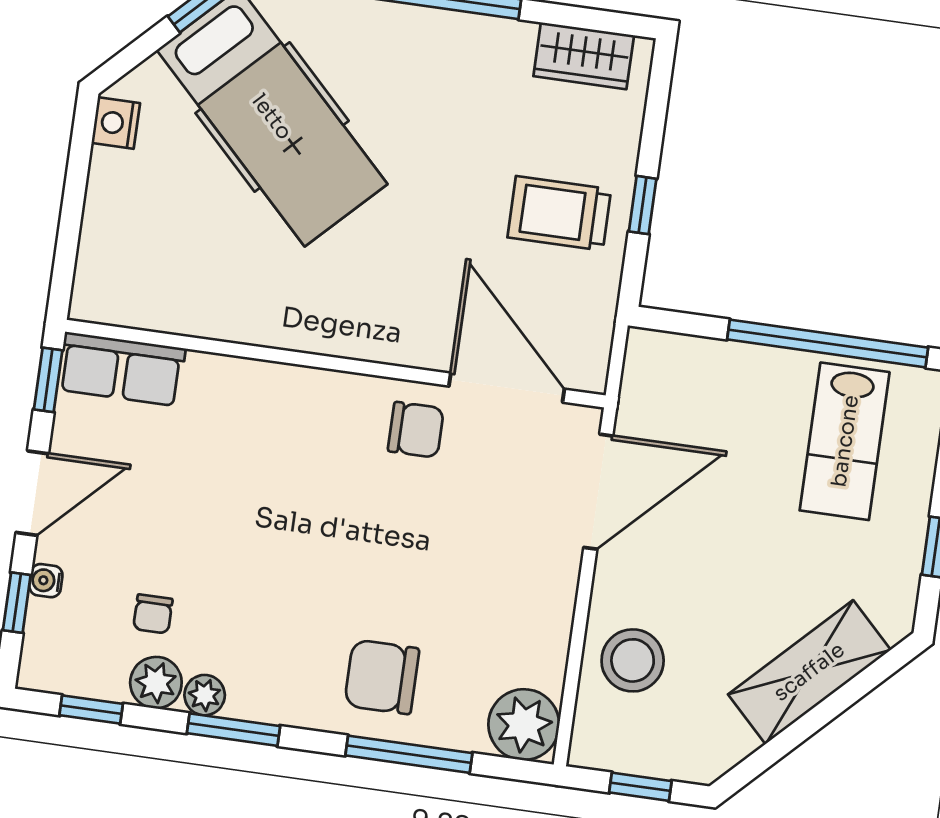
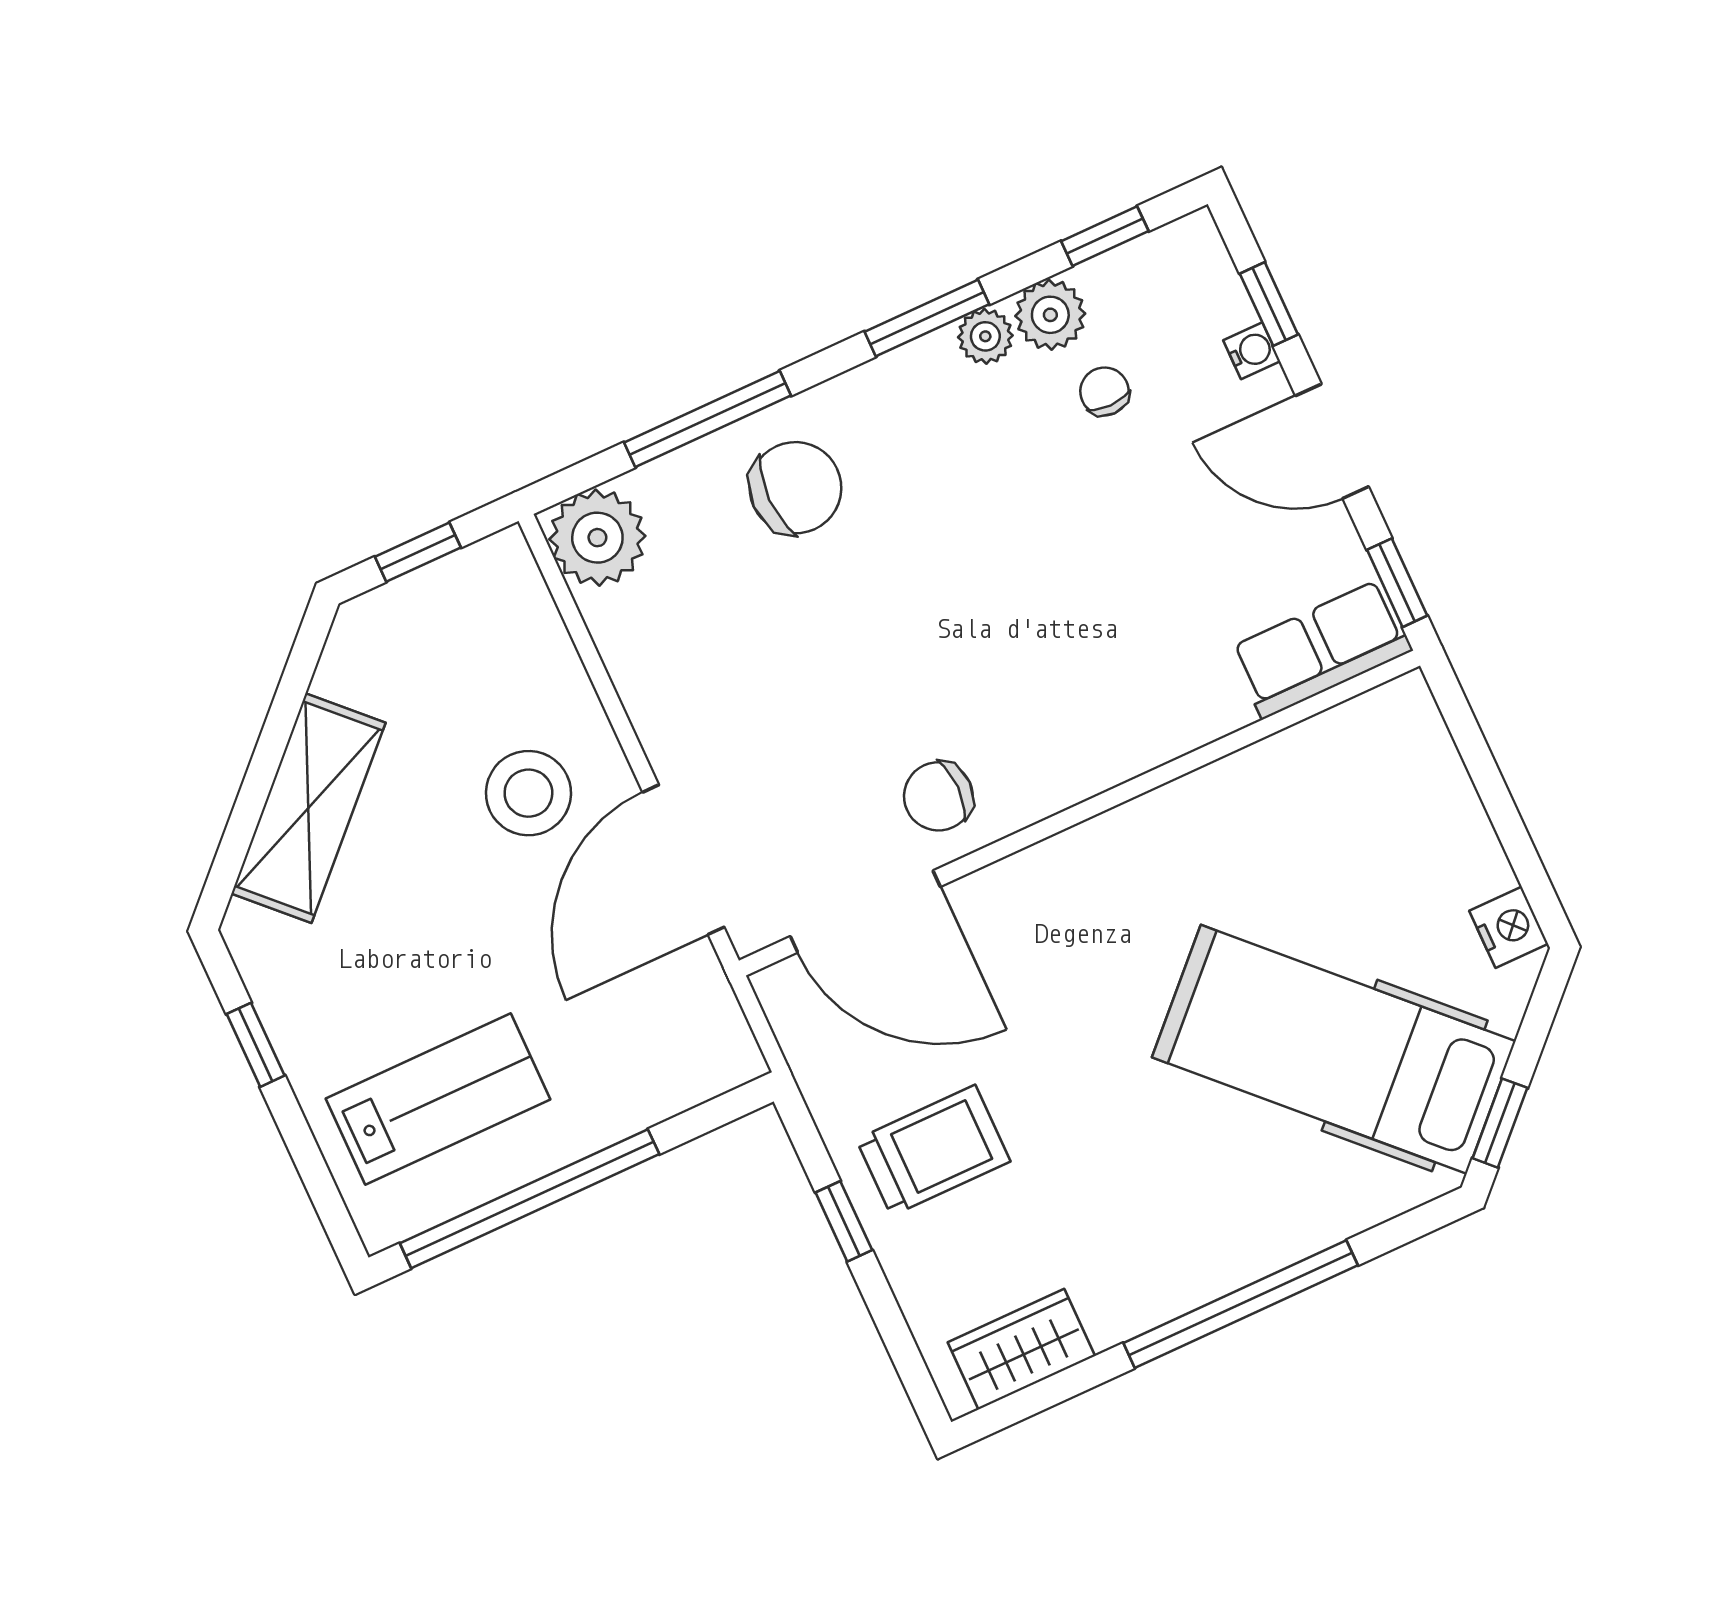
lab bench: (845, 441) -> (438, 1099), turned 90
door: (32, 493) -> (1332, 441), hinge flipped
stool: (633, 660) -> (528, 793), moved

